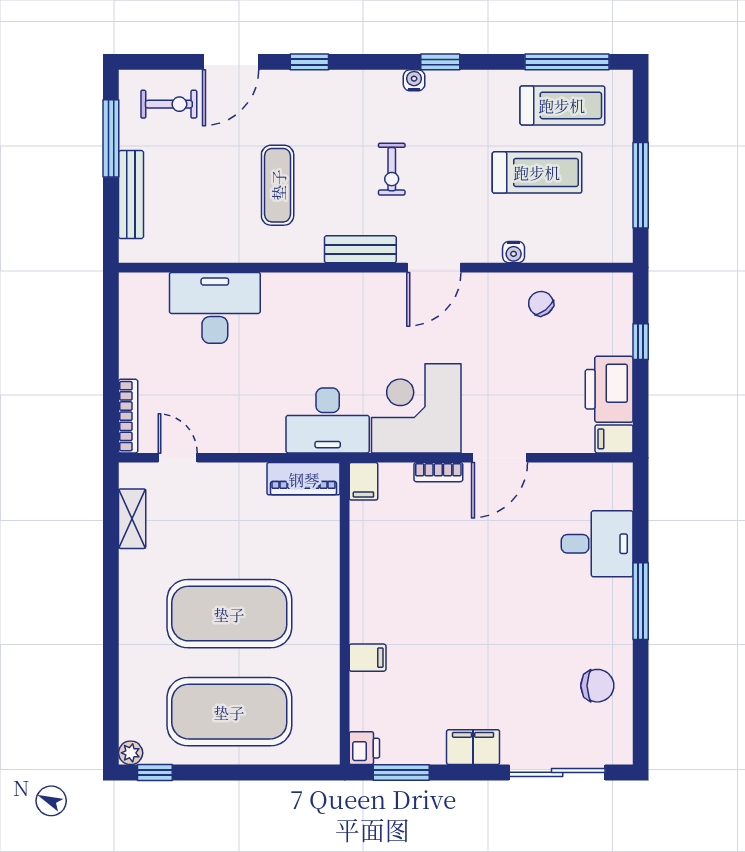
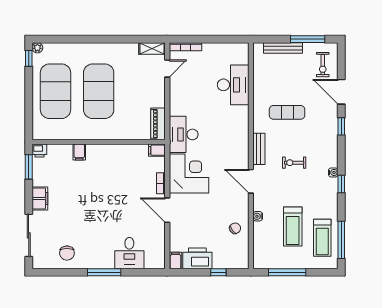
shelving: (132, 519) -> (152, 48), moved

